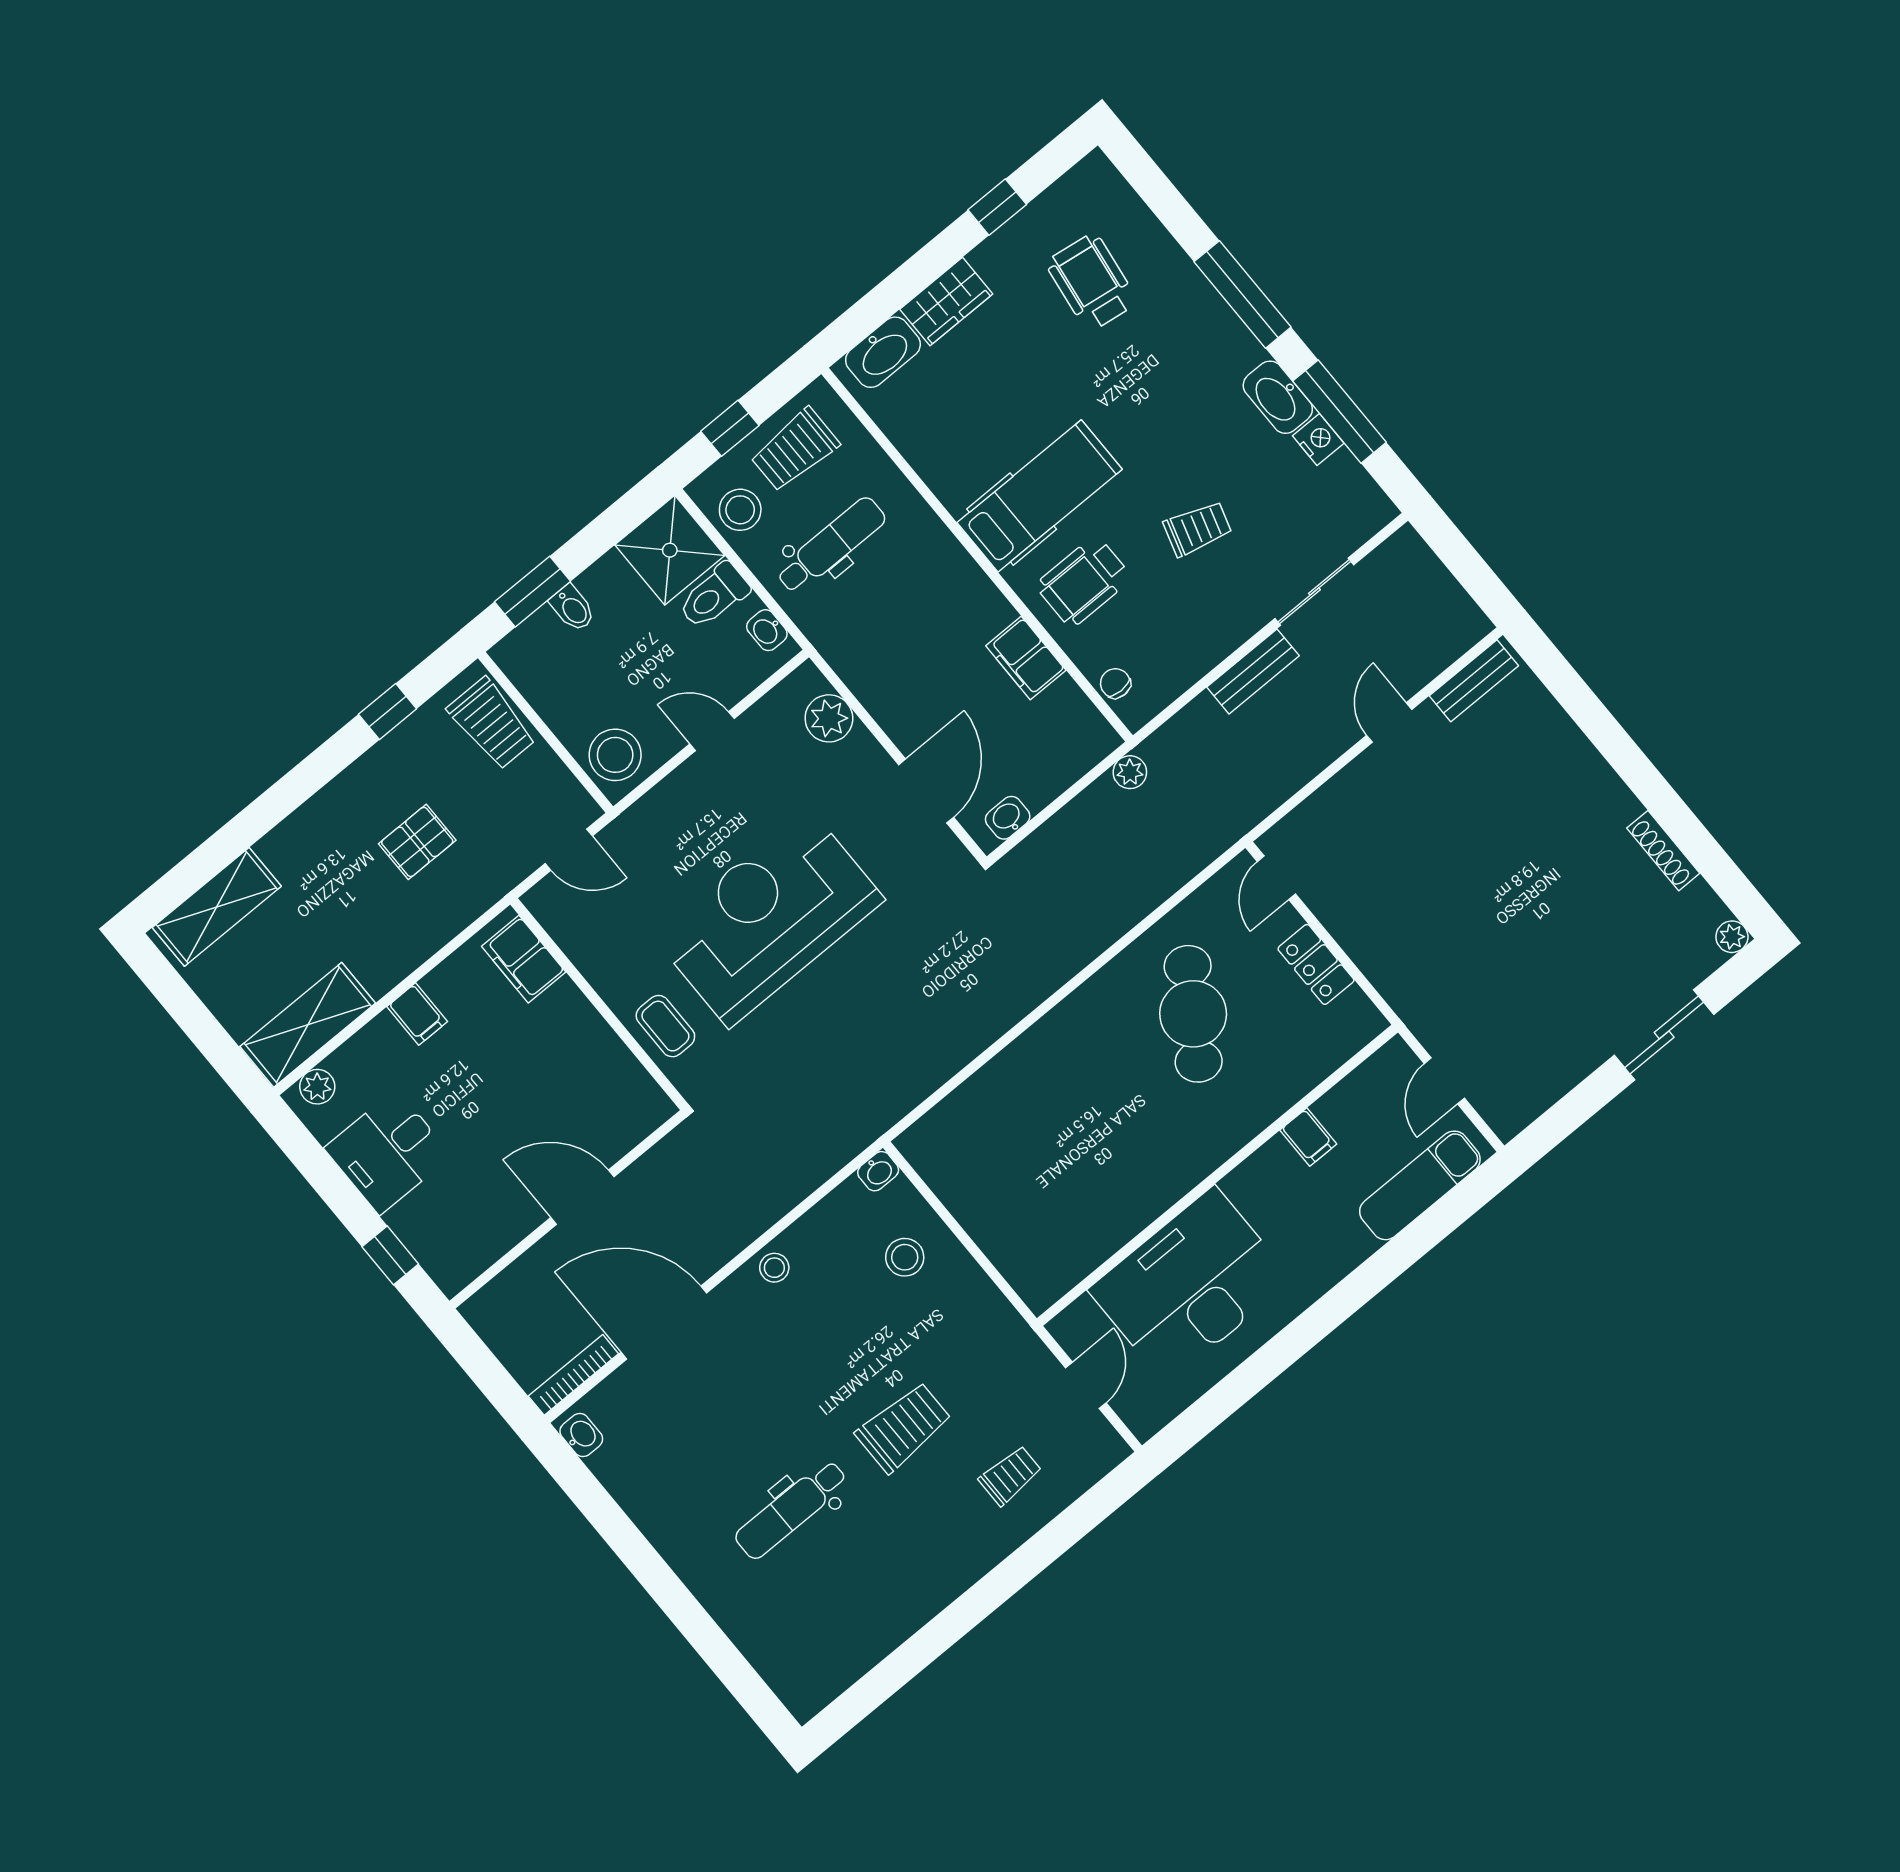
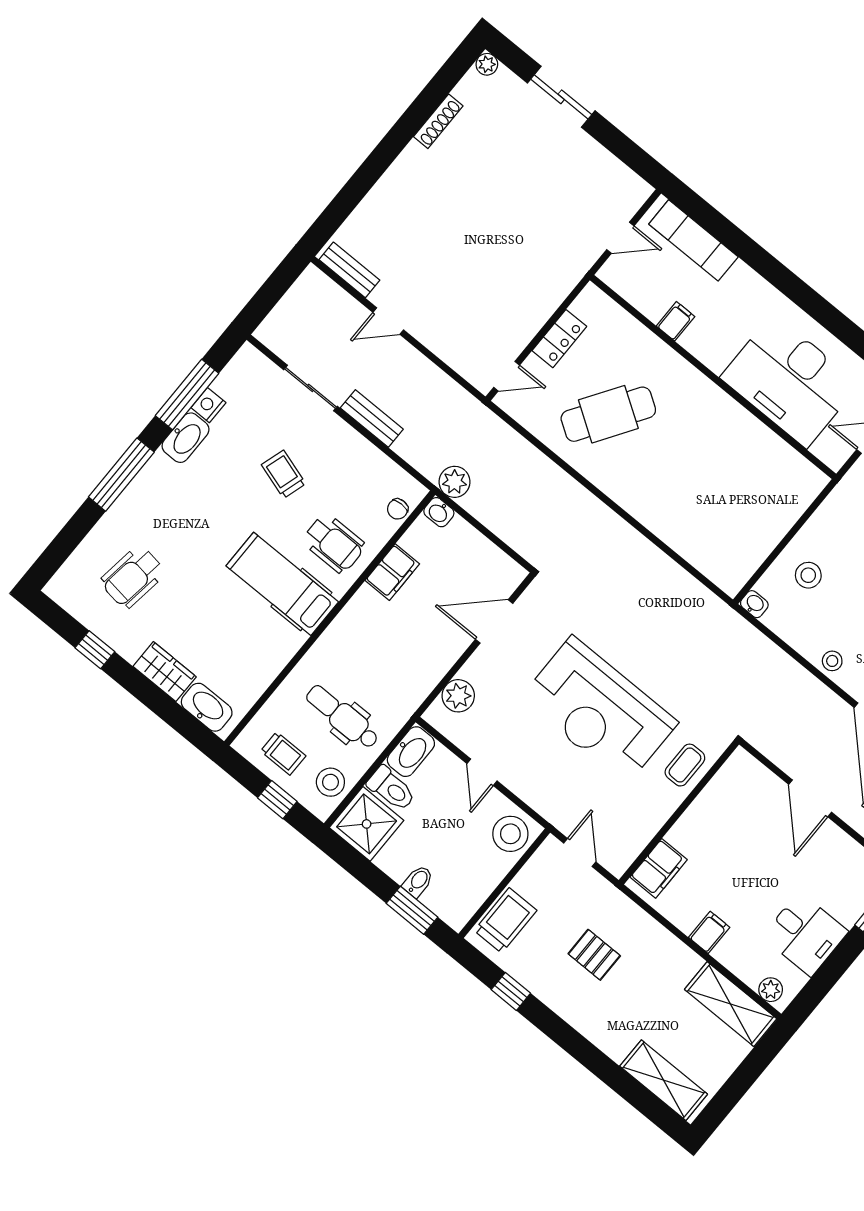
trolley: (795, 450) -> (283, 754), width x0.73, depth x0.72
washbasin: (767, 630) -> (411, 752), width x1.91, depth x1.45
plant: (1130, 772) -> (455, 482), width x1.38, depth x1.38
washbasin: (1008, 818) -> (439, 512), moved

